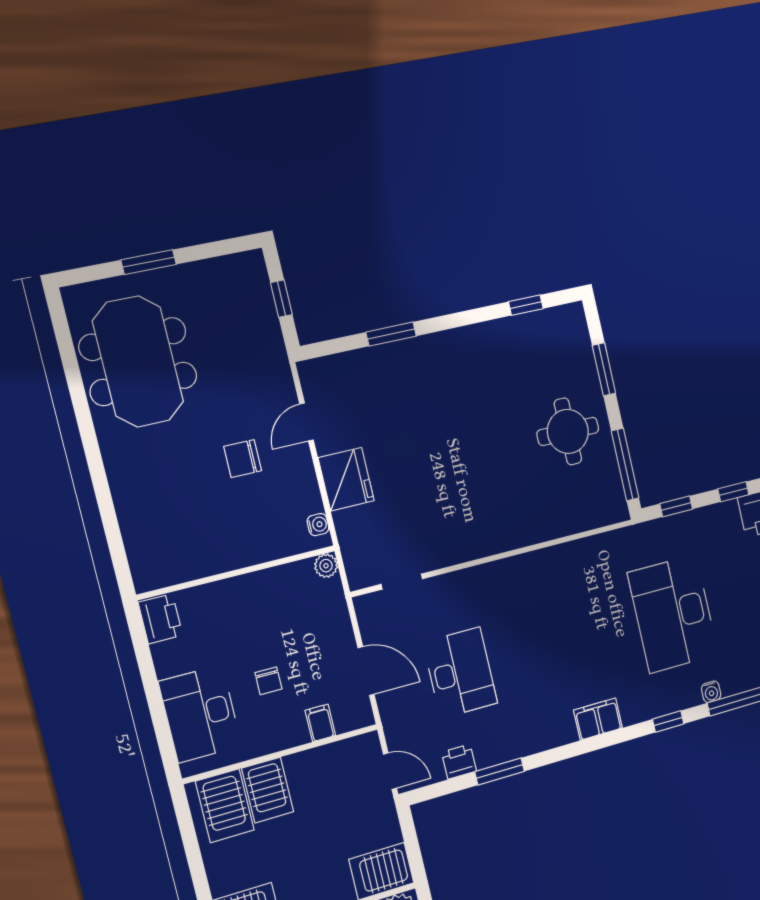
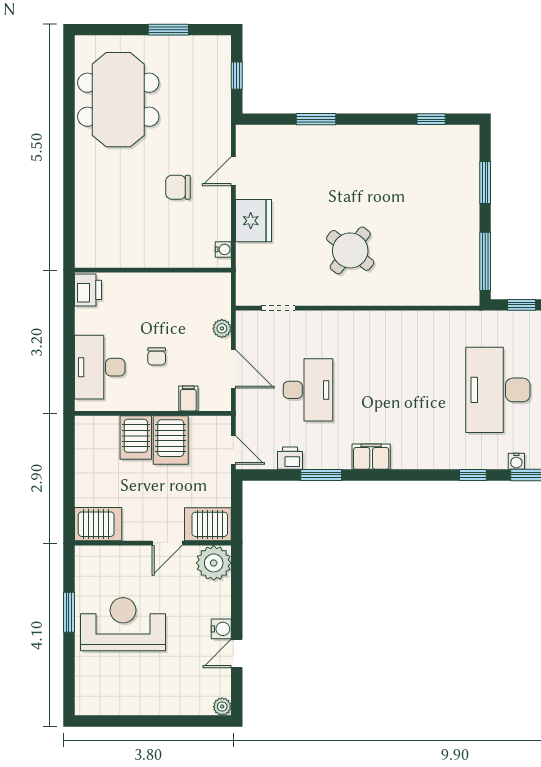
window: (149, 262) -> (168, 30), moved
round table: (568, 431) -> (350, 250), moved, turned 38
plant: (326, 566) -> (222, 328), moved
filing cabinet: (598, 719) -> (371, 457), moved
server rack: (225, 806) -> (171, 440), moved

